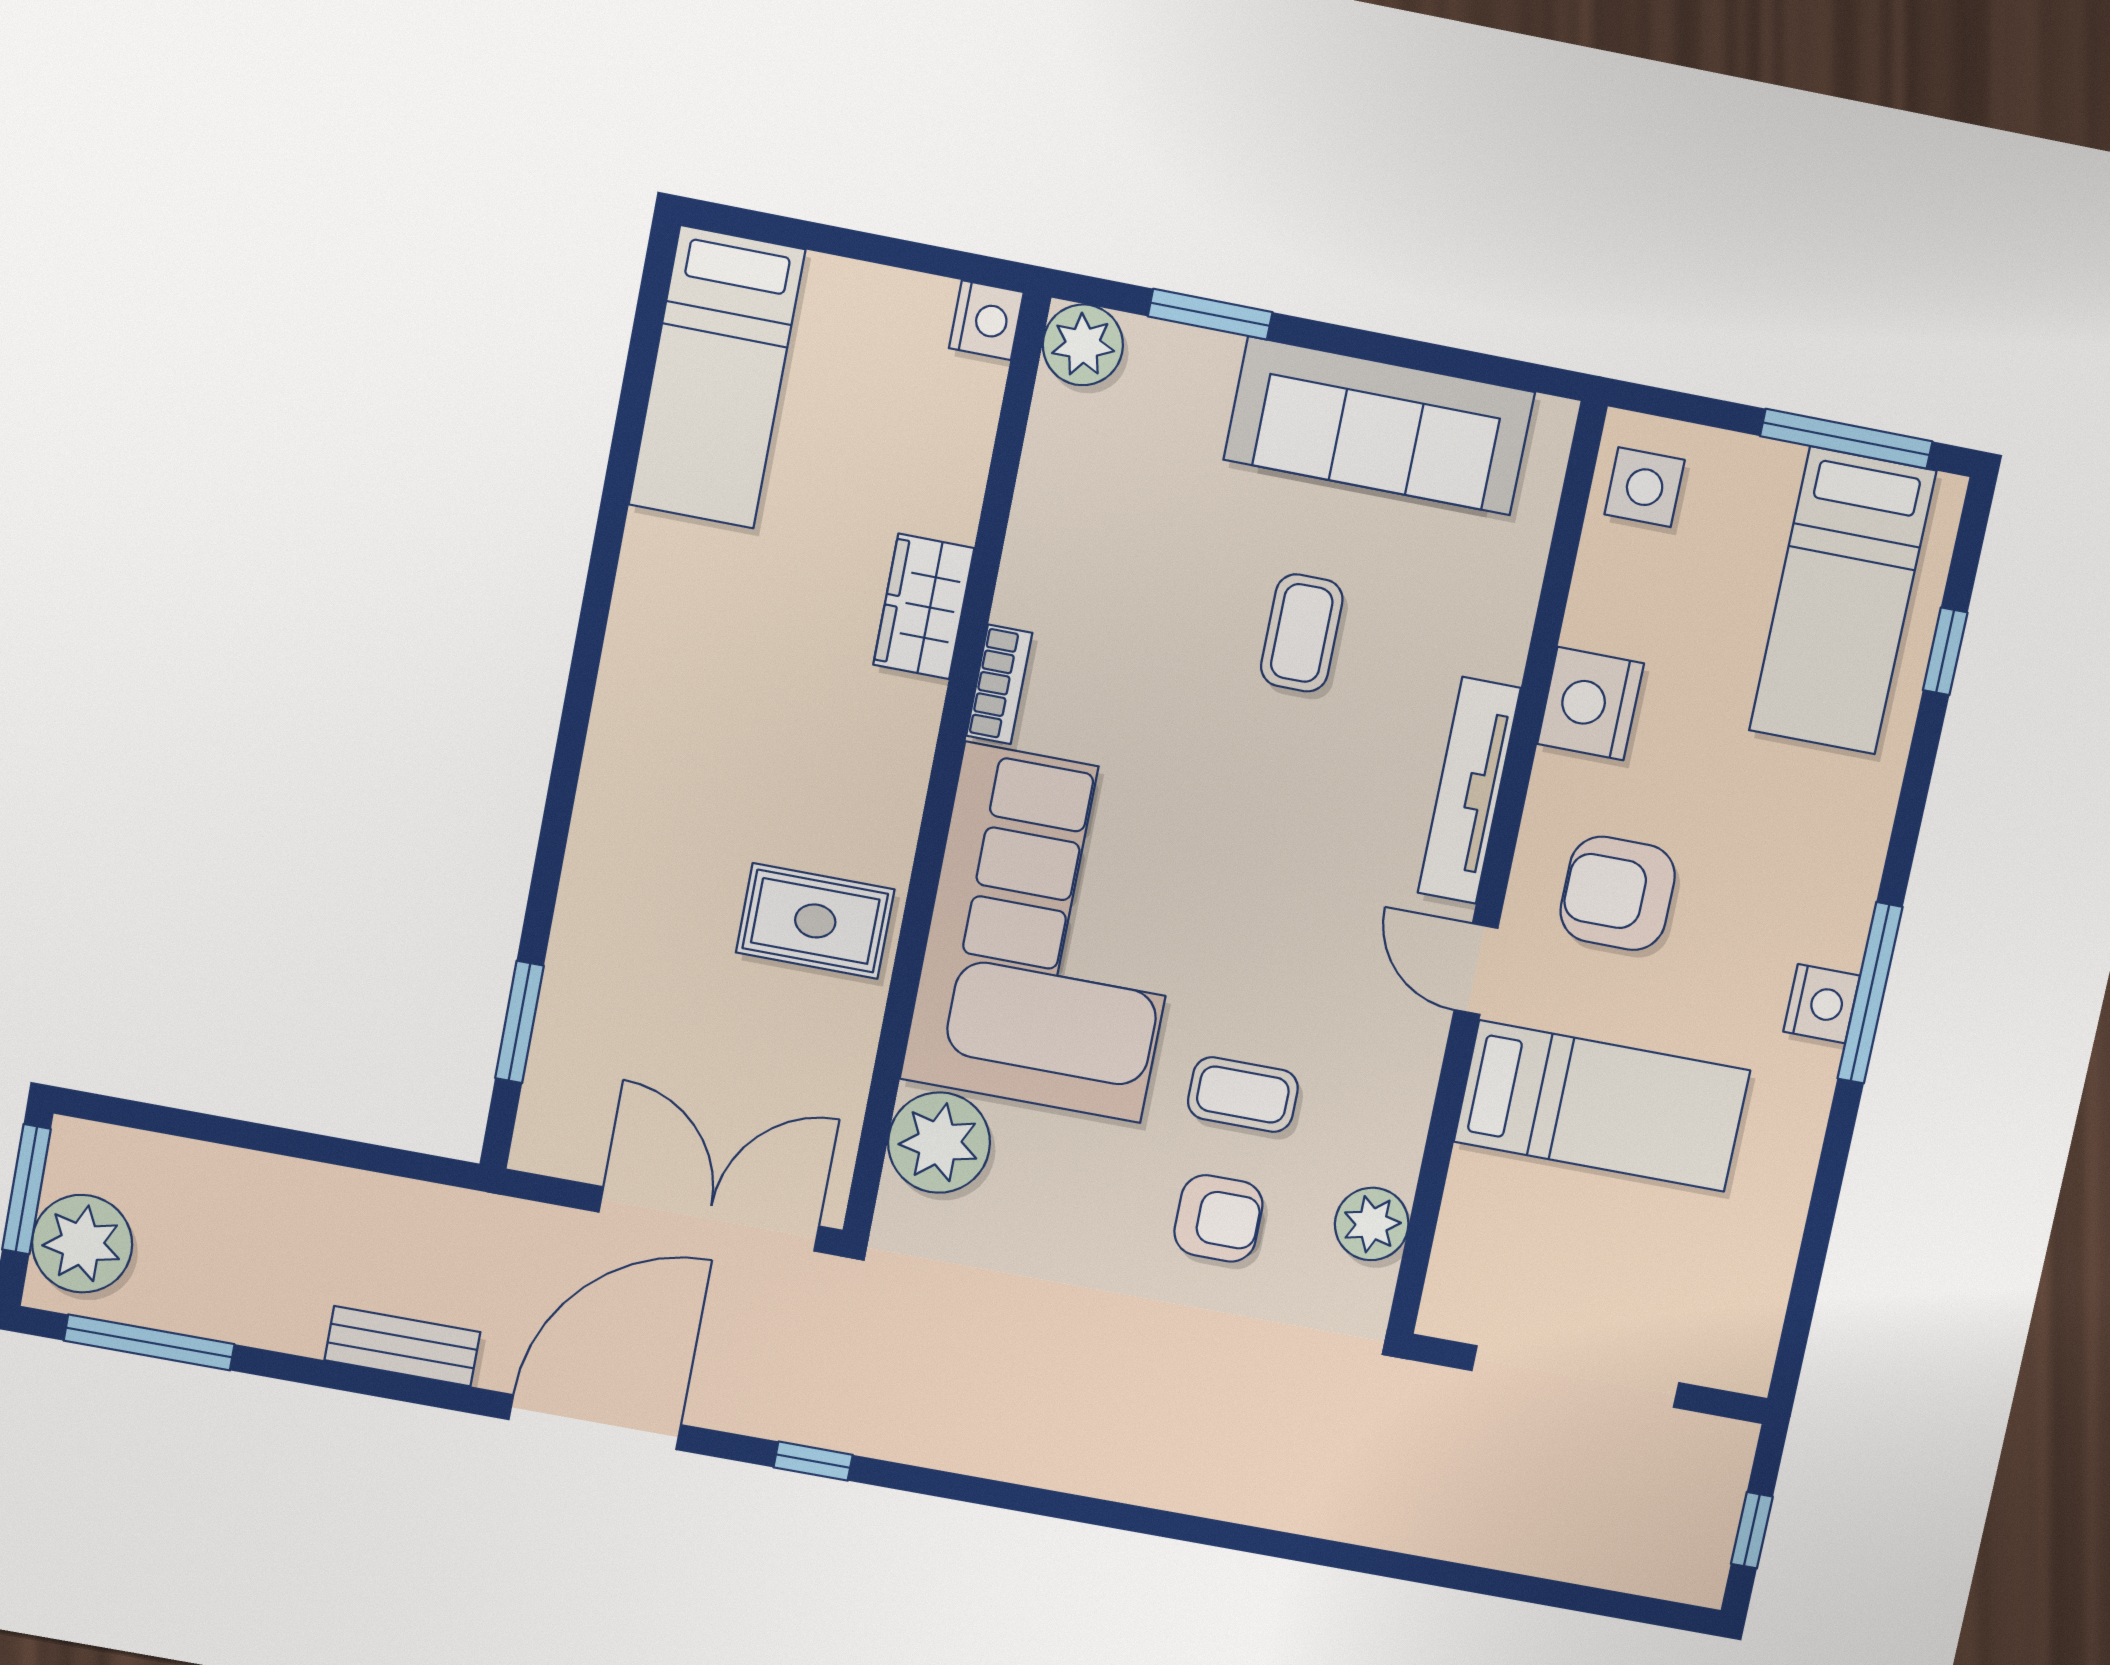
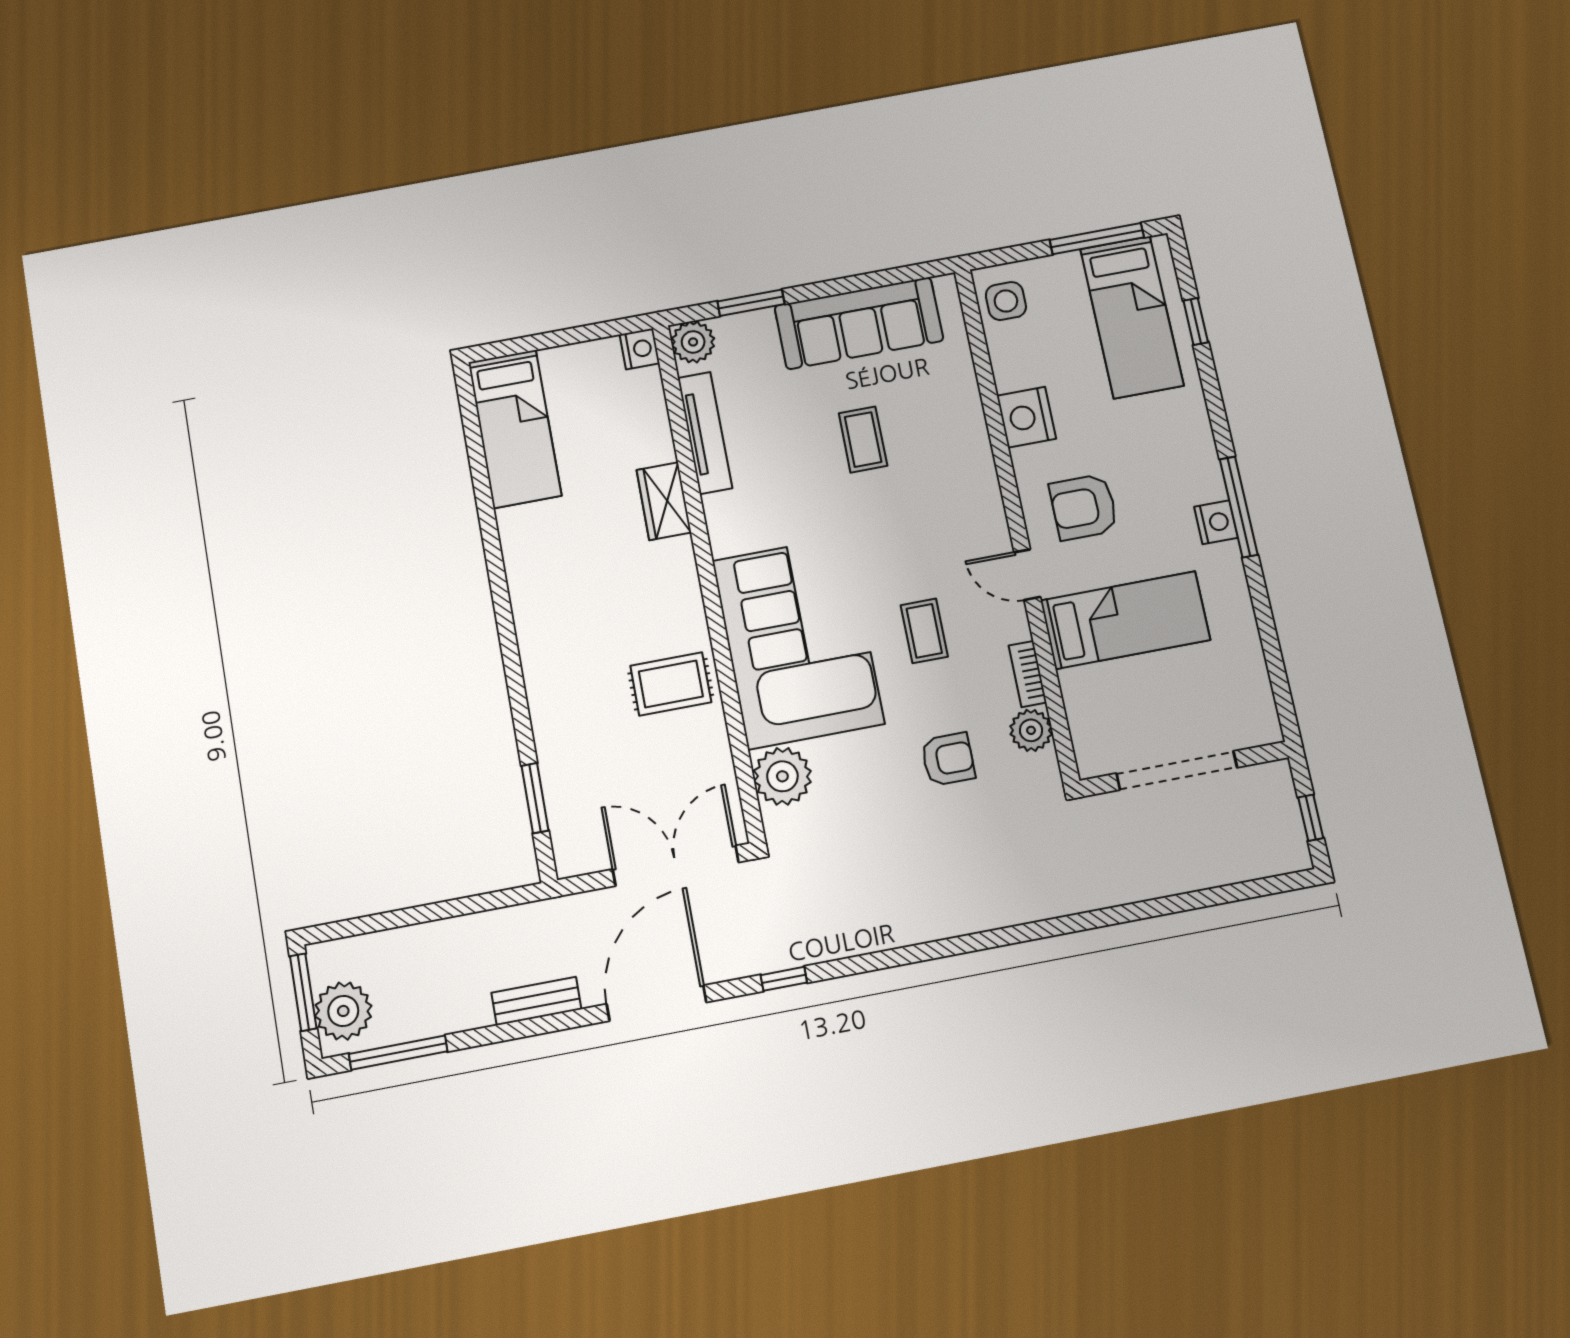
bookcase: (999, 684) -> (1028, 674), moved, turned 180
tv unit: (1469, 790) -> (705, 433), moved, turned 180
coffee table: (1243, 1095) -> (924, 631), moved, turned 90

